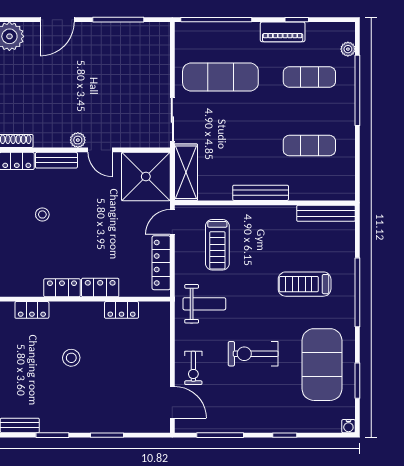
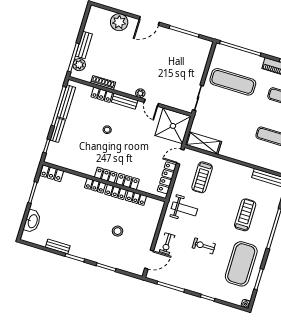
shelving: (186, 172) -> (203, 143), moved, turned 90
bench: (261, 193) -> (236, 155), removed
treadmill: (305, 284) -> (245, 215), turned 90
locker: (32, 310) -> (95, 186), moved
locker: (86, 310) -> (115, 192), added
exercise bike: (253, 354) -> (204, 246), width x0.73, depth x0.72
stool: (71, 358) -> (118, 231), moved
door: (172, 402) -> (149, 260), hinge flipped

